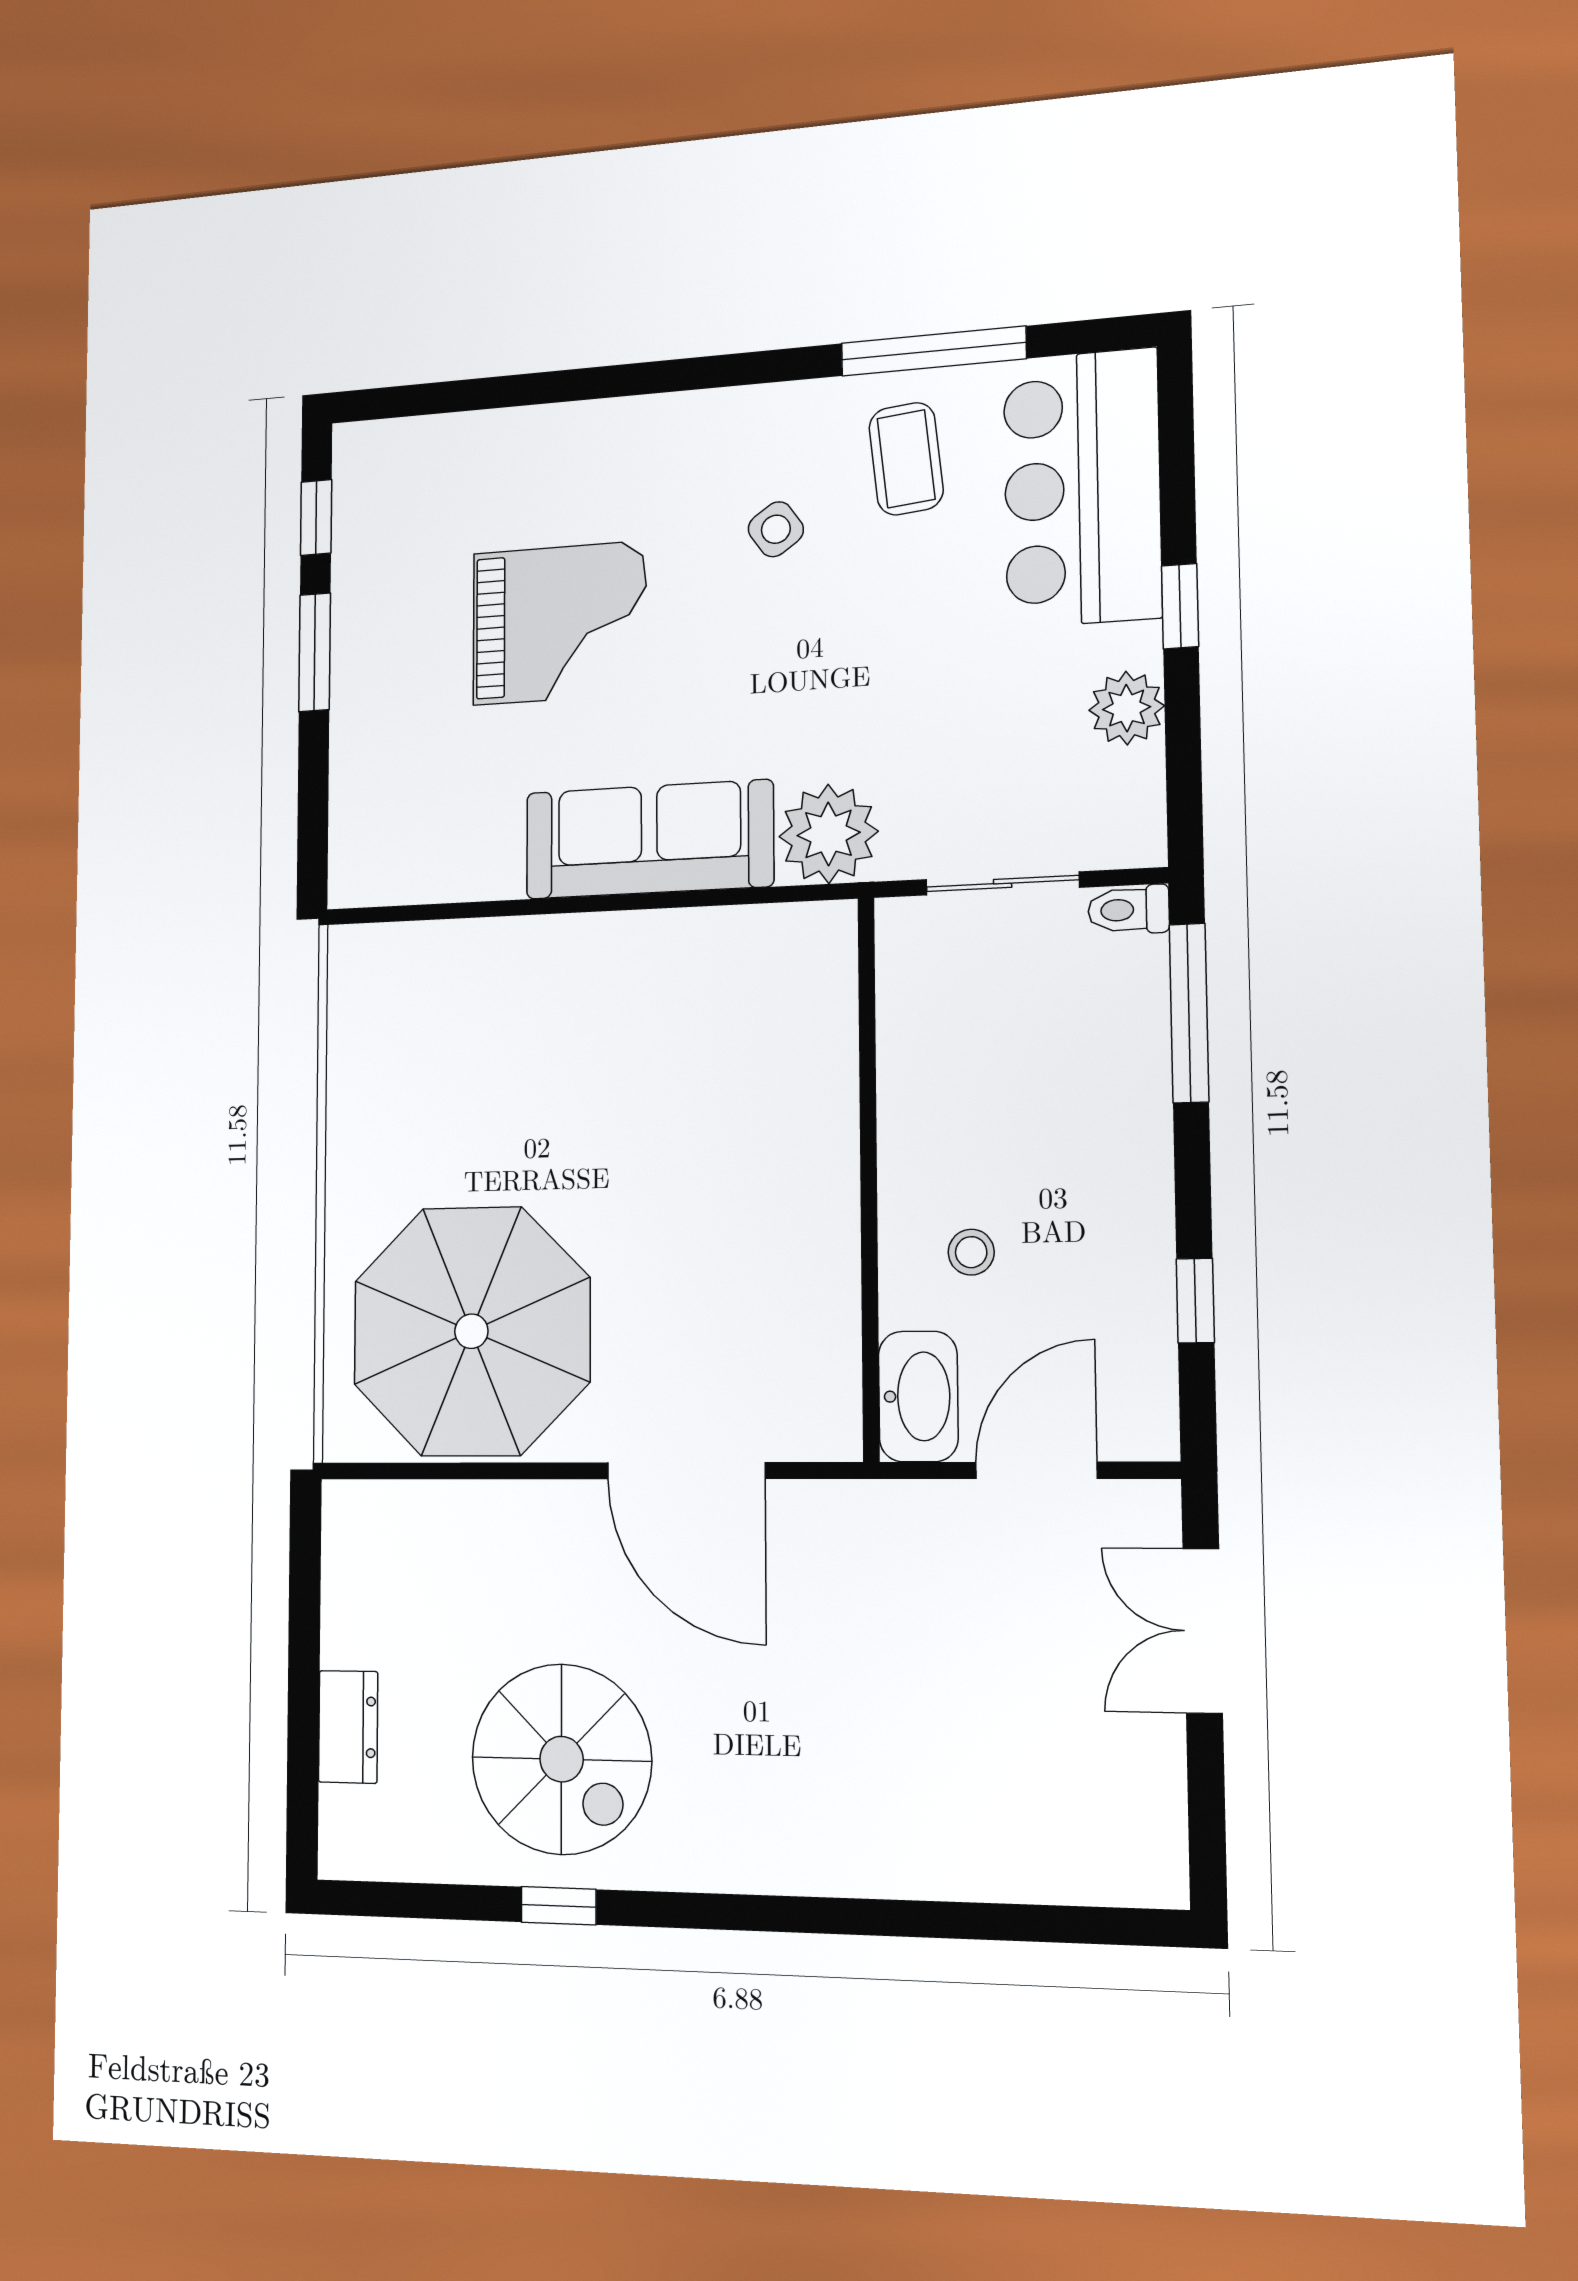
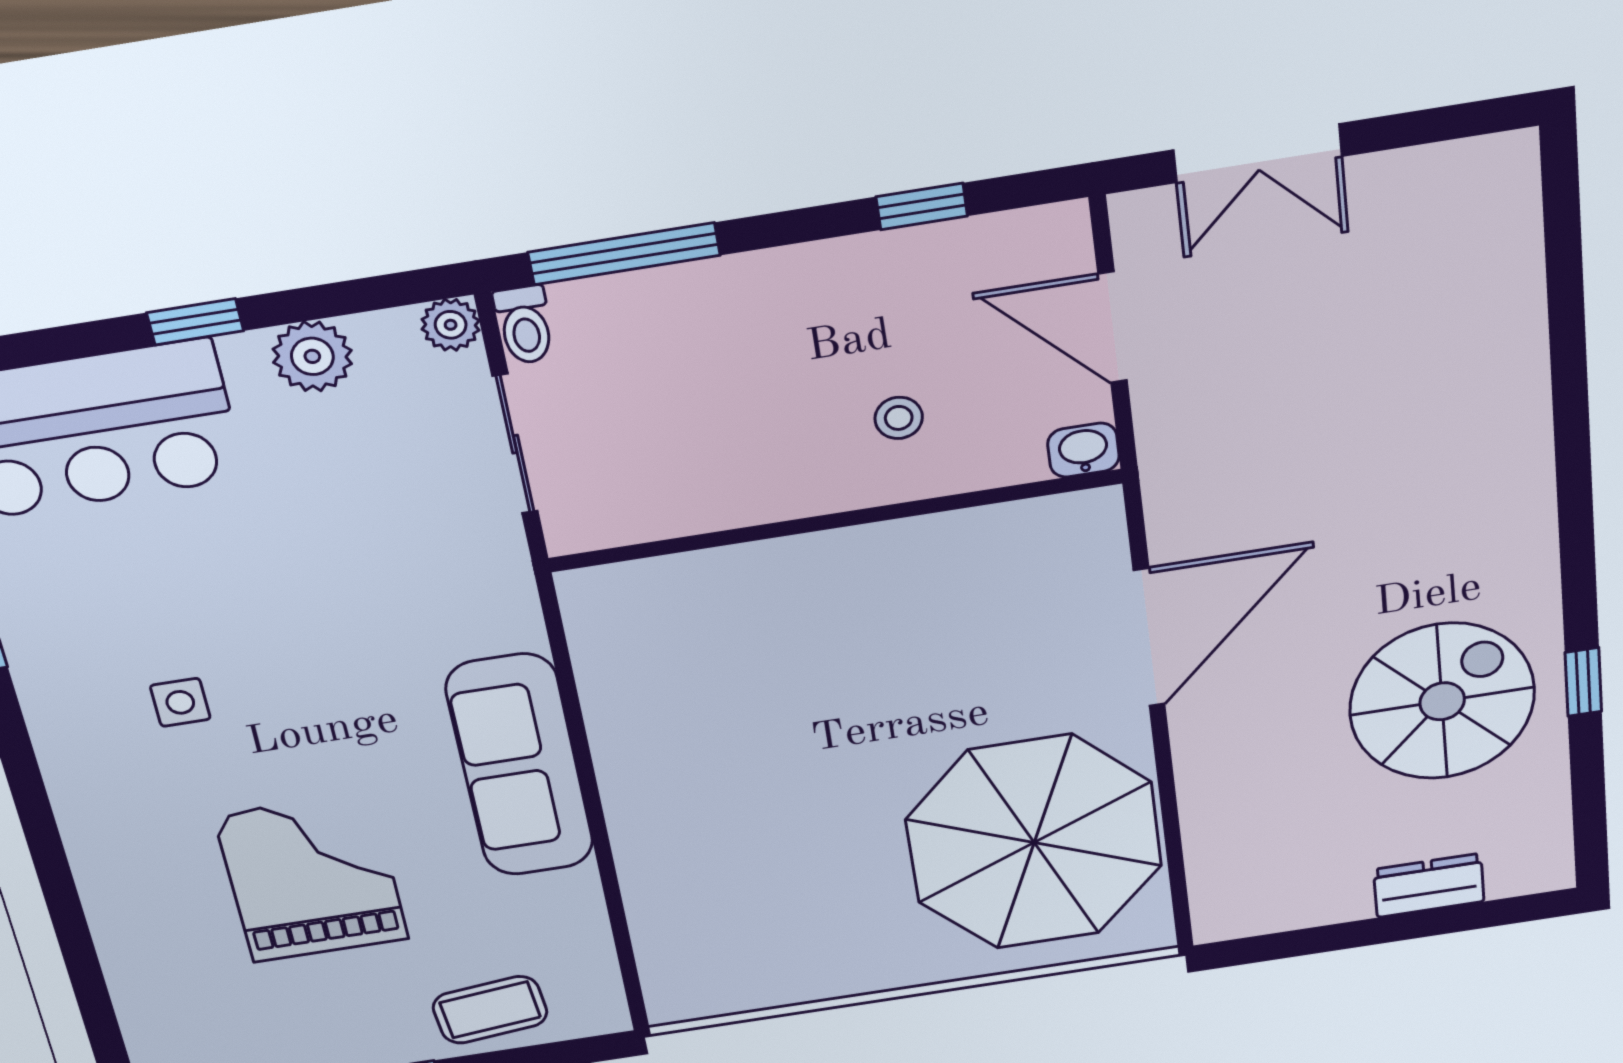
coffee table: (906, 459) -> (490, 1010), moved
side table: (776, 529) -> (180, 702), turned 35
plant: (828, 834) -> (451, 325), moved, width x0.53, depth x0.53
washbasin: (918, 1396) -> (1083, 450), width x0.52, depth x0.69

